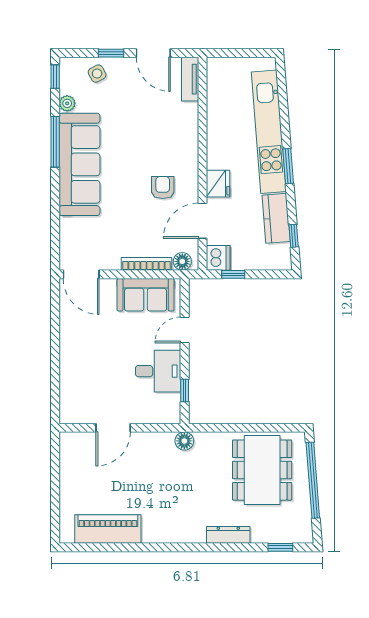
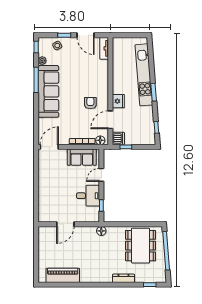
kitchen counter: (276, 218) -> (148, 119), removed
door: (81, 274) -> (49, 147), swing flipped

